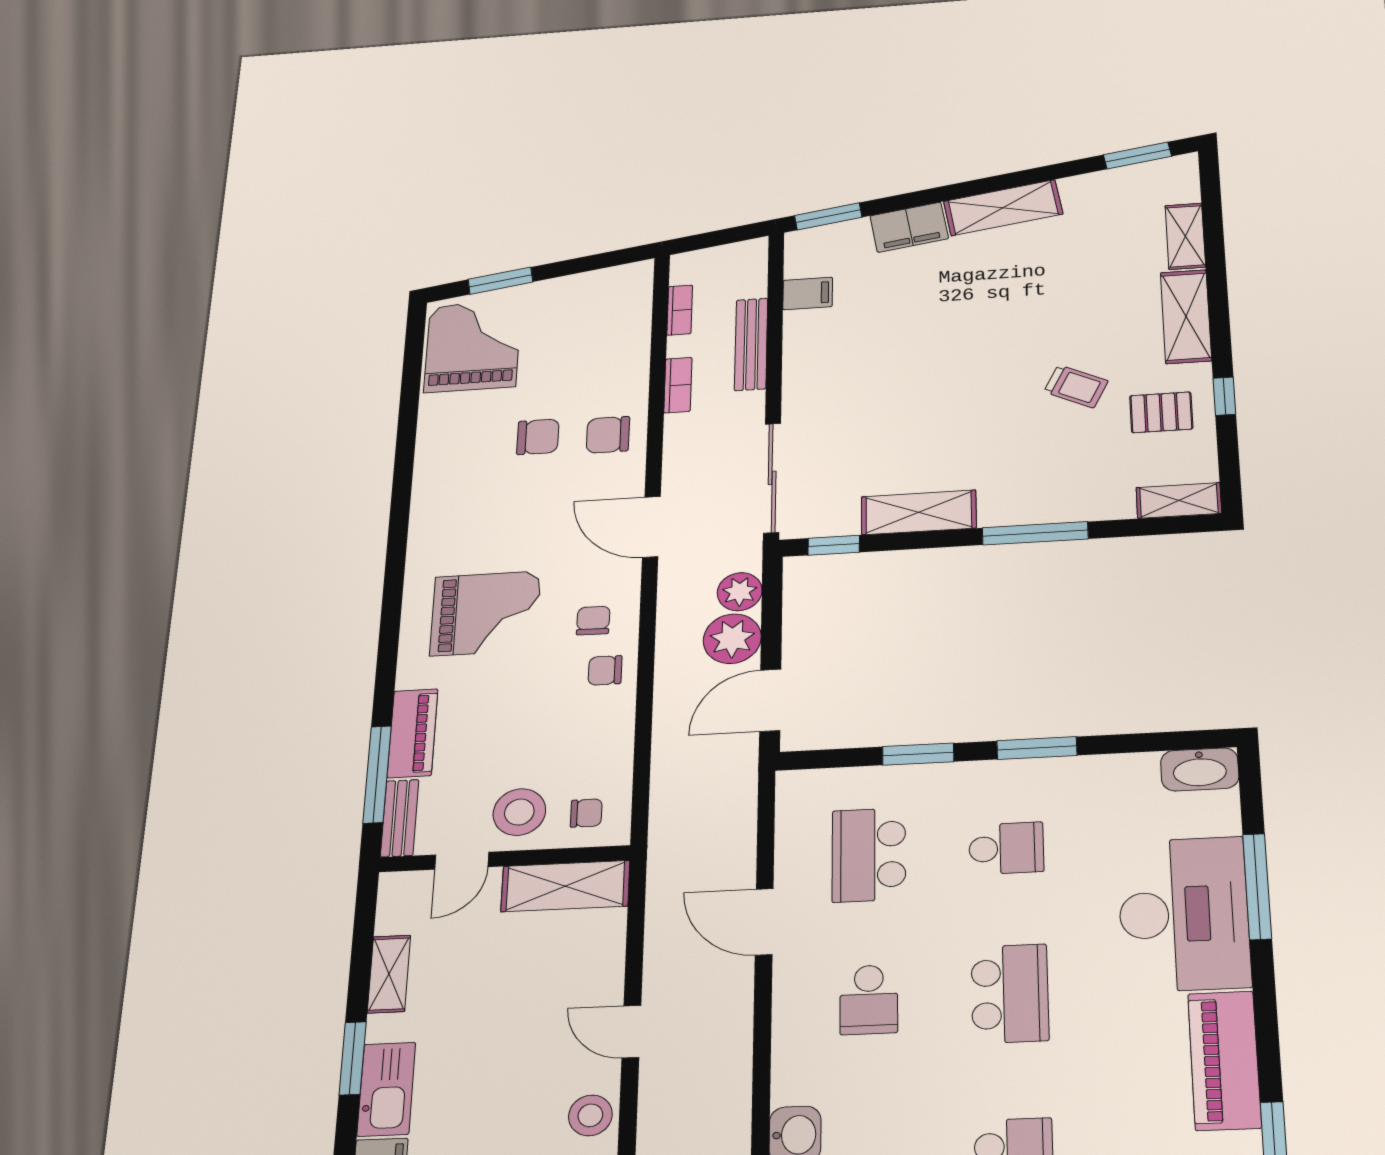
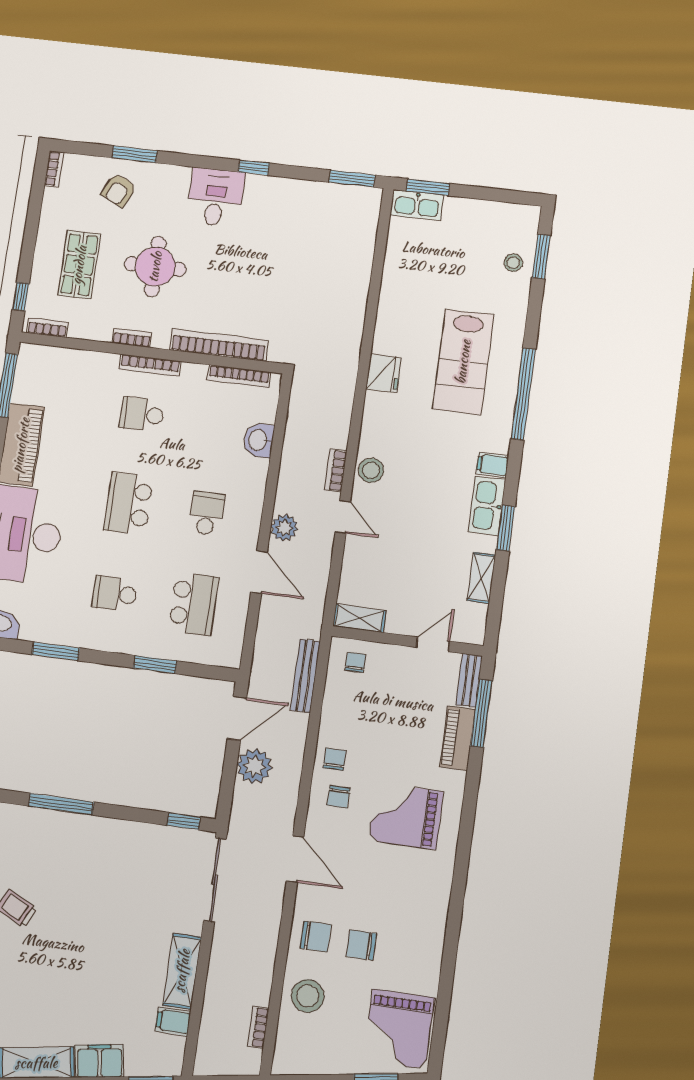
bench: (751, 344) -> (305, 676), moved
bookcase: (678, 385) -> (336, 470), moved
shelving: (919, 512) -> (182, 971), moved, turned 90
plant: (740, 592) -> (284, 528), moved
chair: (605, 670) -> (335, 759), turned -90
window: (1037, 748) -> (56, 651), moved
stool: (519, 812) -> (308, 996), moved
chair: (586, 813) -> (356, 662), turned 90
shelving: (565, 886) -> (359, 618), width x0.67, depth x0.75

